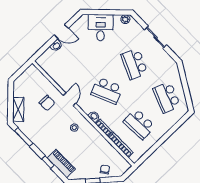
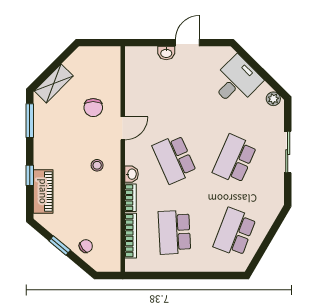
door: (61, 32) -> (187, 43), swing flipped

